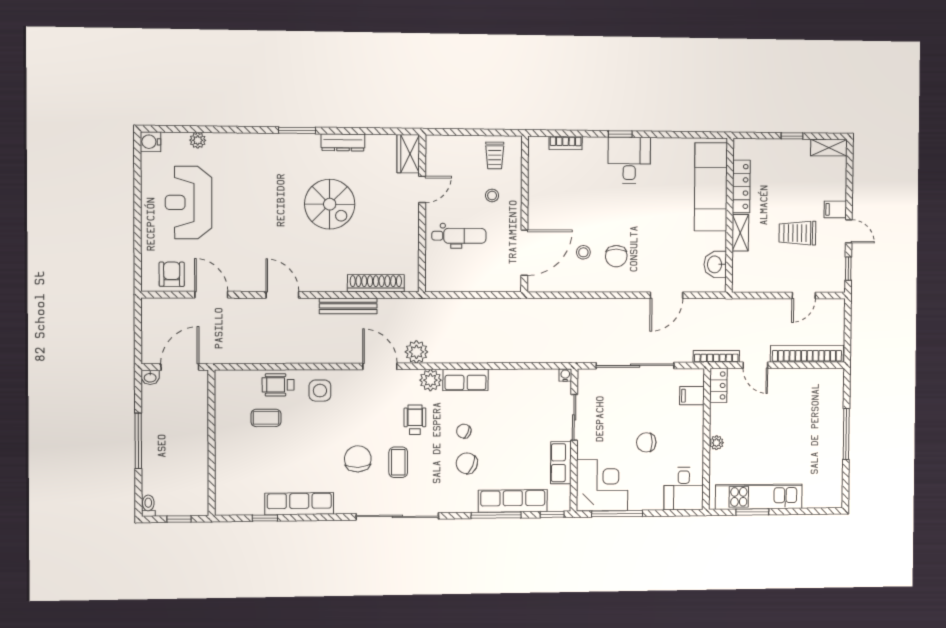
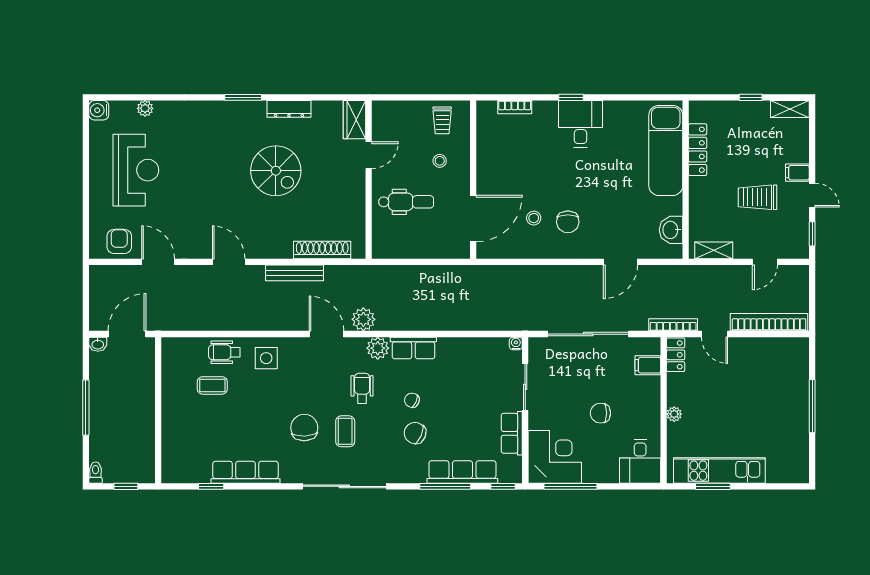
reception desk: (189, 203) -> (136, 170), turned 180
shelving: (740, 233) -> (714, 250), moved, turned 90

